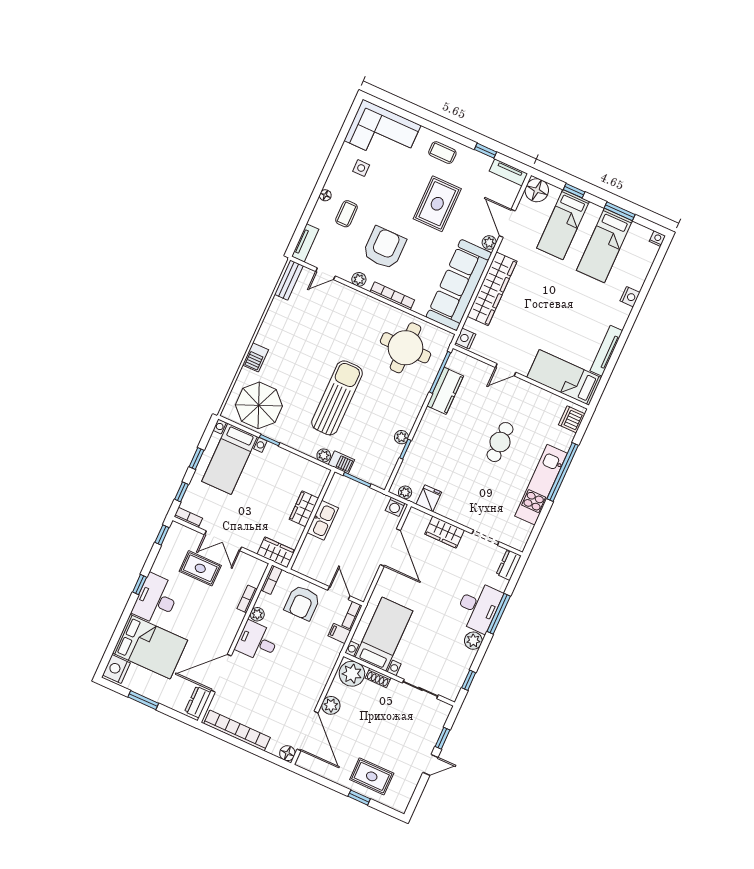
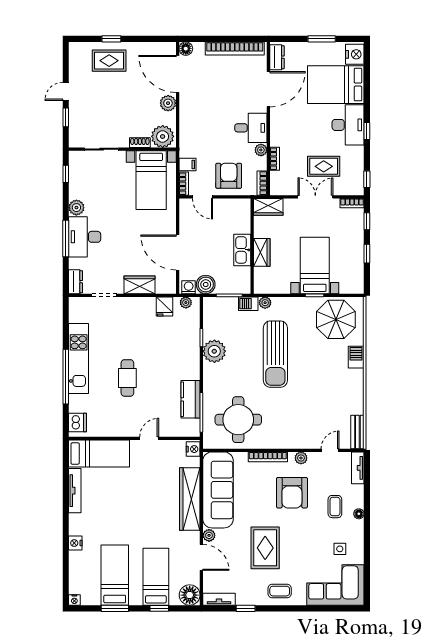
plant: (401, 437) -> (214, 351), width x1.88, depth x1.88
bed with nightstands: (230, 459) -> (315, 266), moved
boiler: (376, 502) -> (206, 284), added

